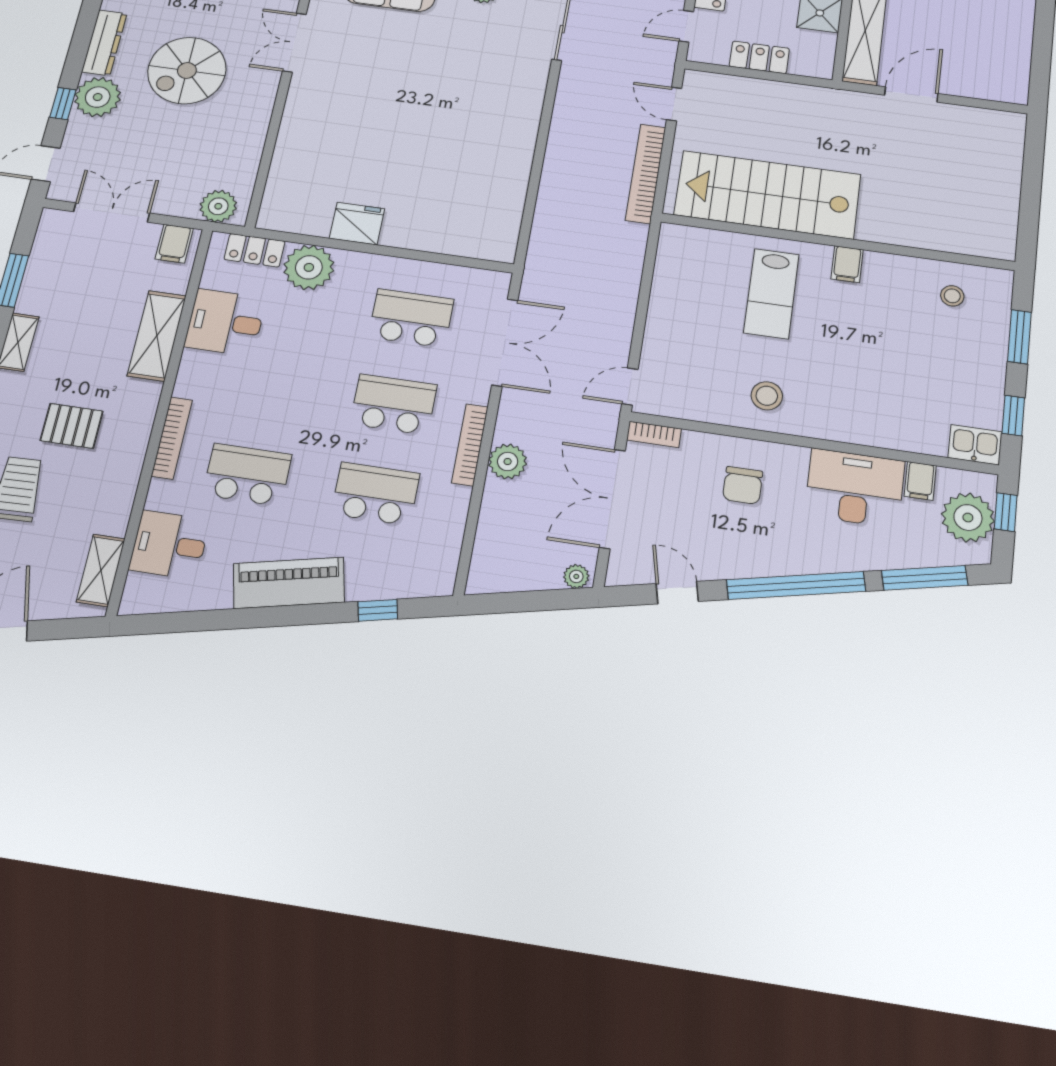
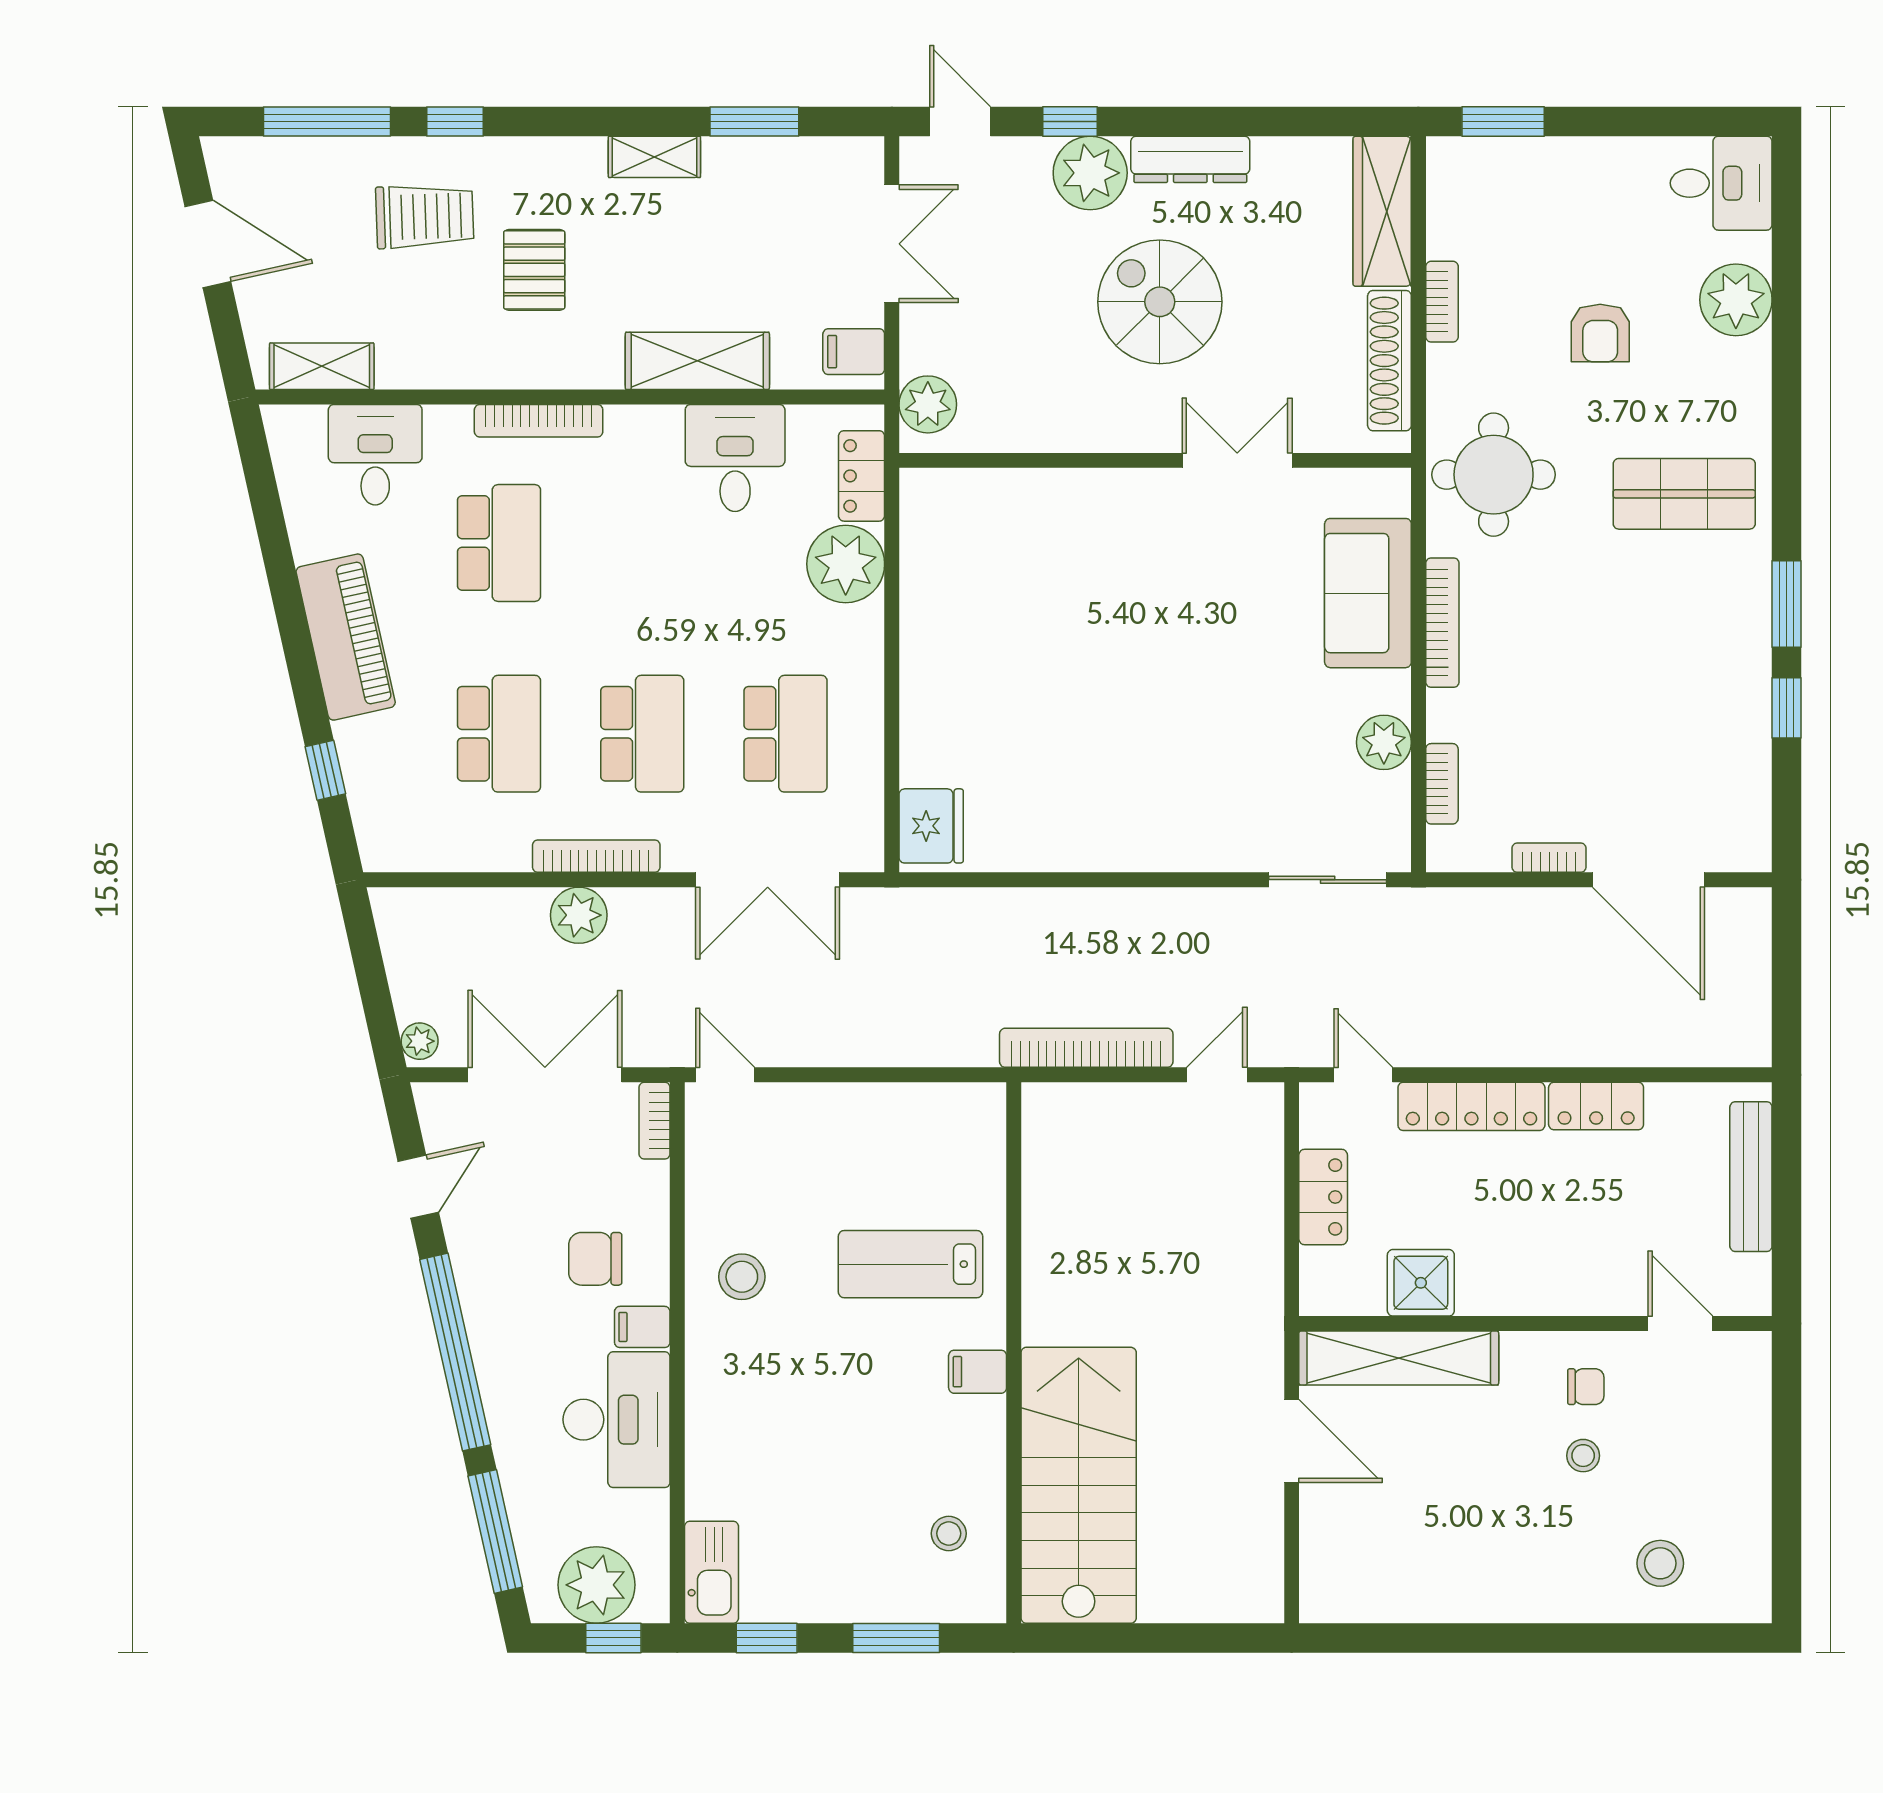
stairs: (768, 195) -> (1079, 1485), moved
fridge: (357, 224) -> (931, 826), moved
kitchen sink: (975, 445) -> (712, 1572), width x1.38
filing cabinet: (920, 481) -> (642, 1327), moved

